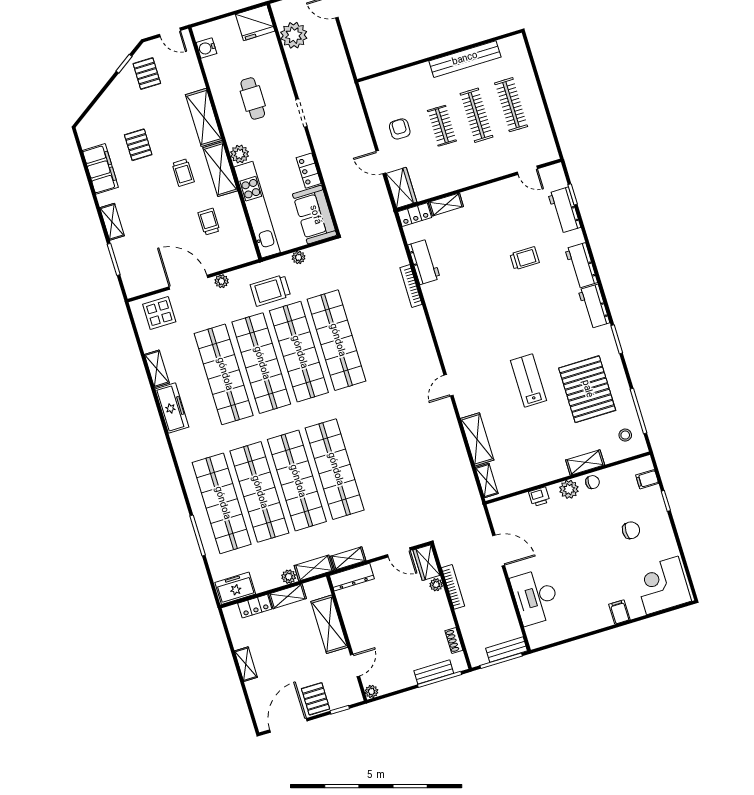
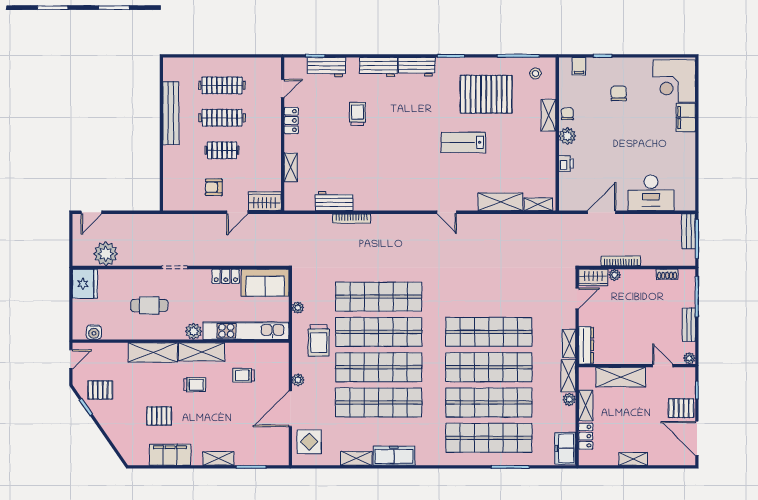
locker: (415, 215) -> (291, 121), moved
filing cabinet: (619, 612) -> (686, 118), width x2.00
bench: (434, 672) -> (689, 325), moved

